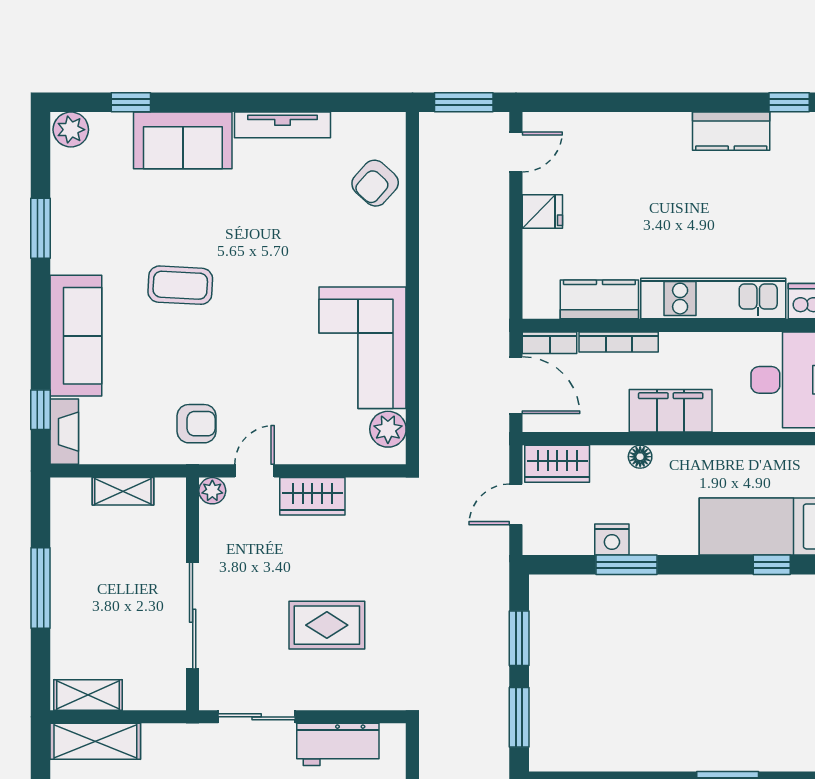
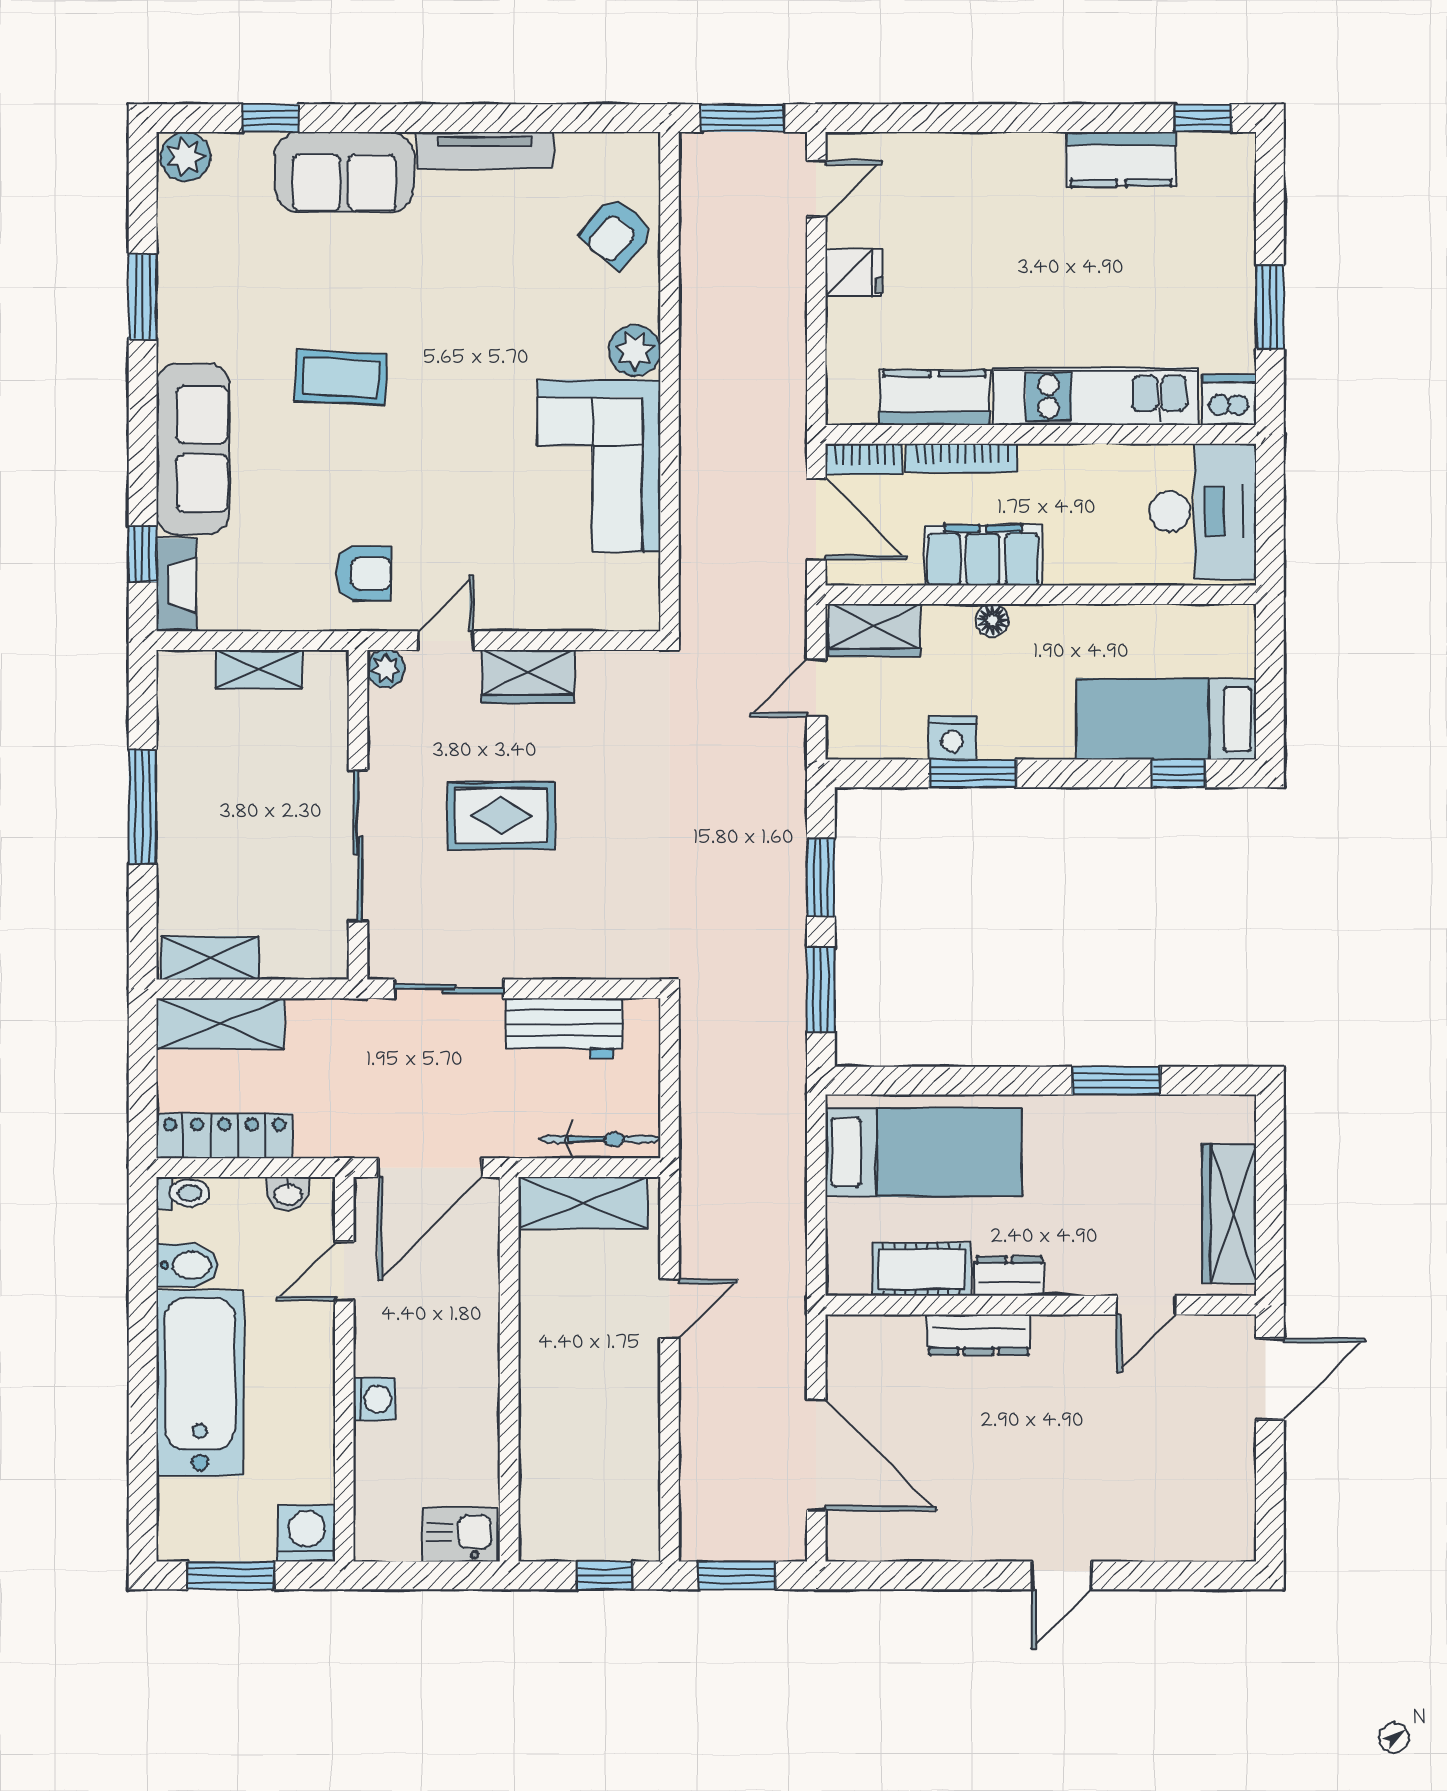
filing cabinet: (671, 411) -> (983, 555), moved
plant: (388, 429) -> (635, 351), moved
rug: (327, 625) -> (501, 816), moved

